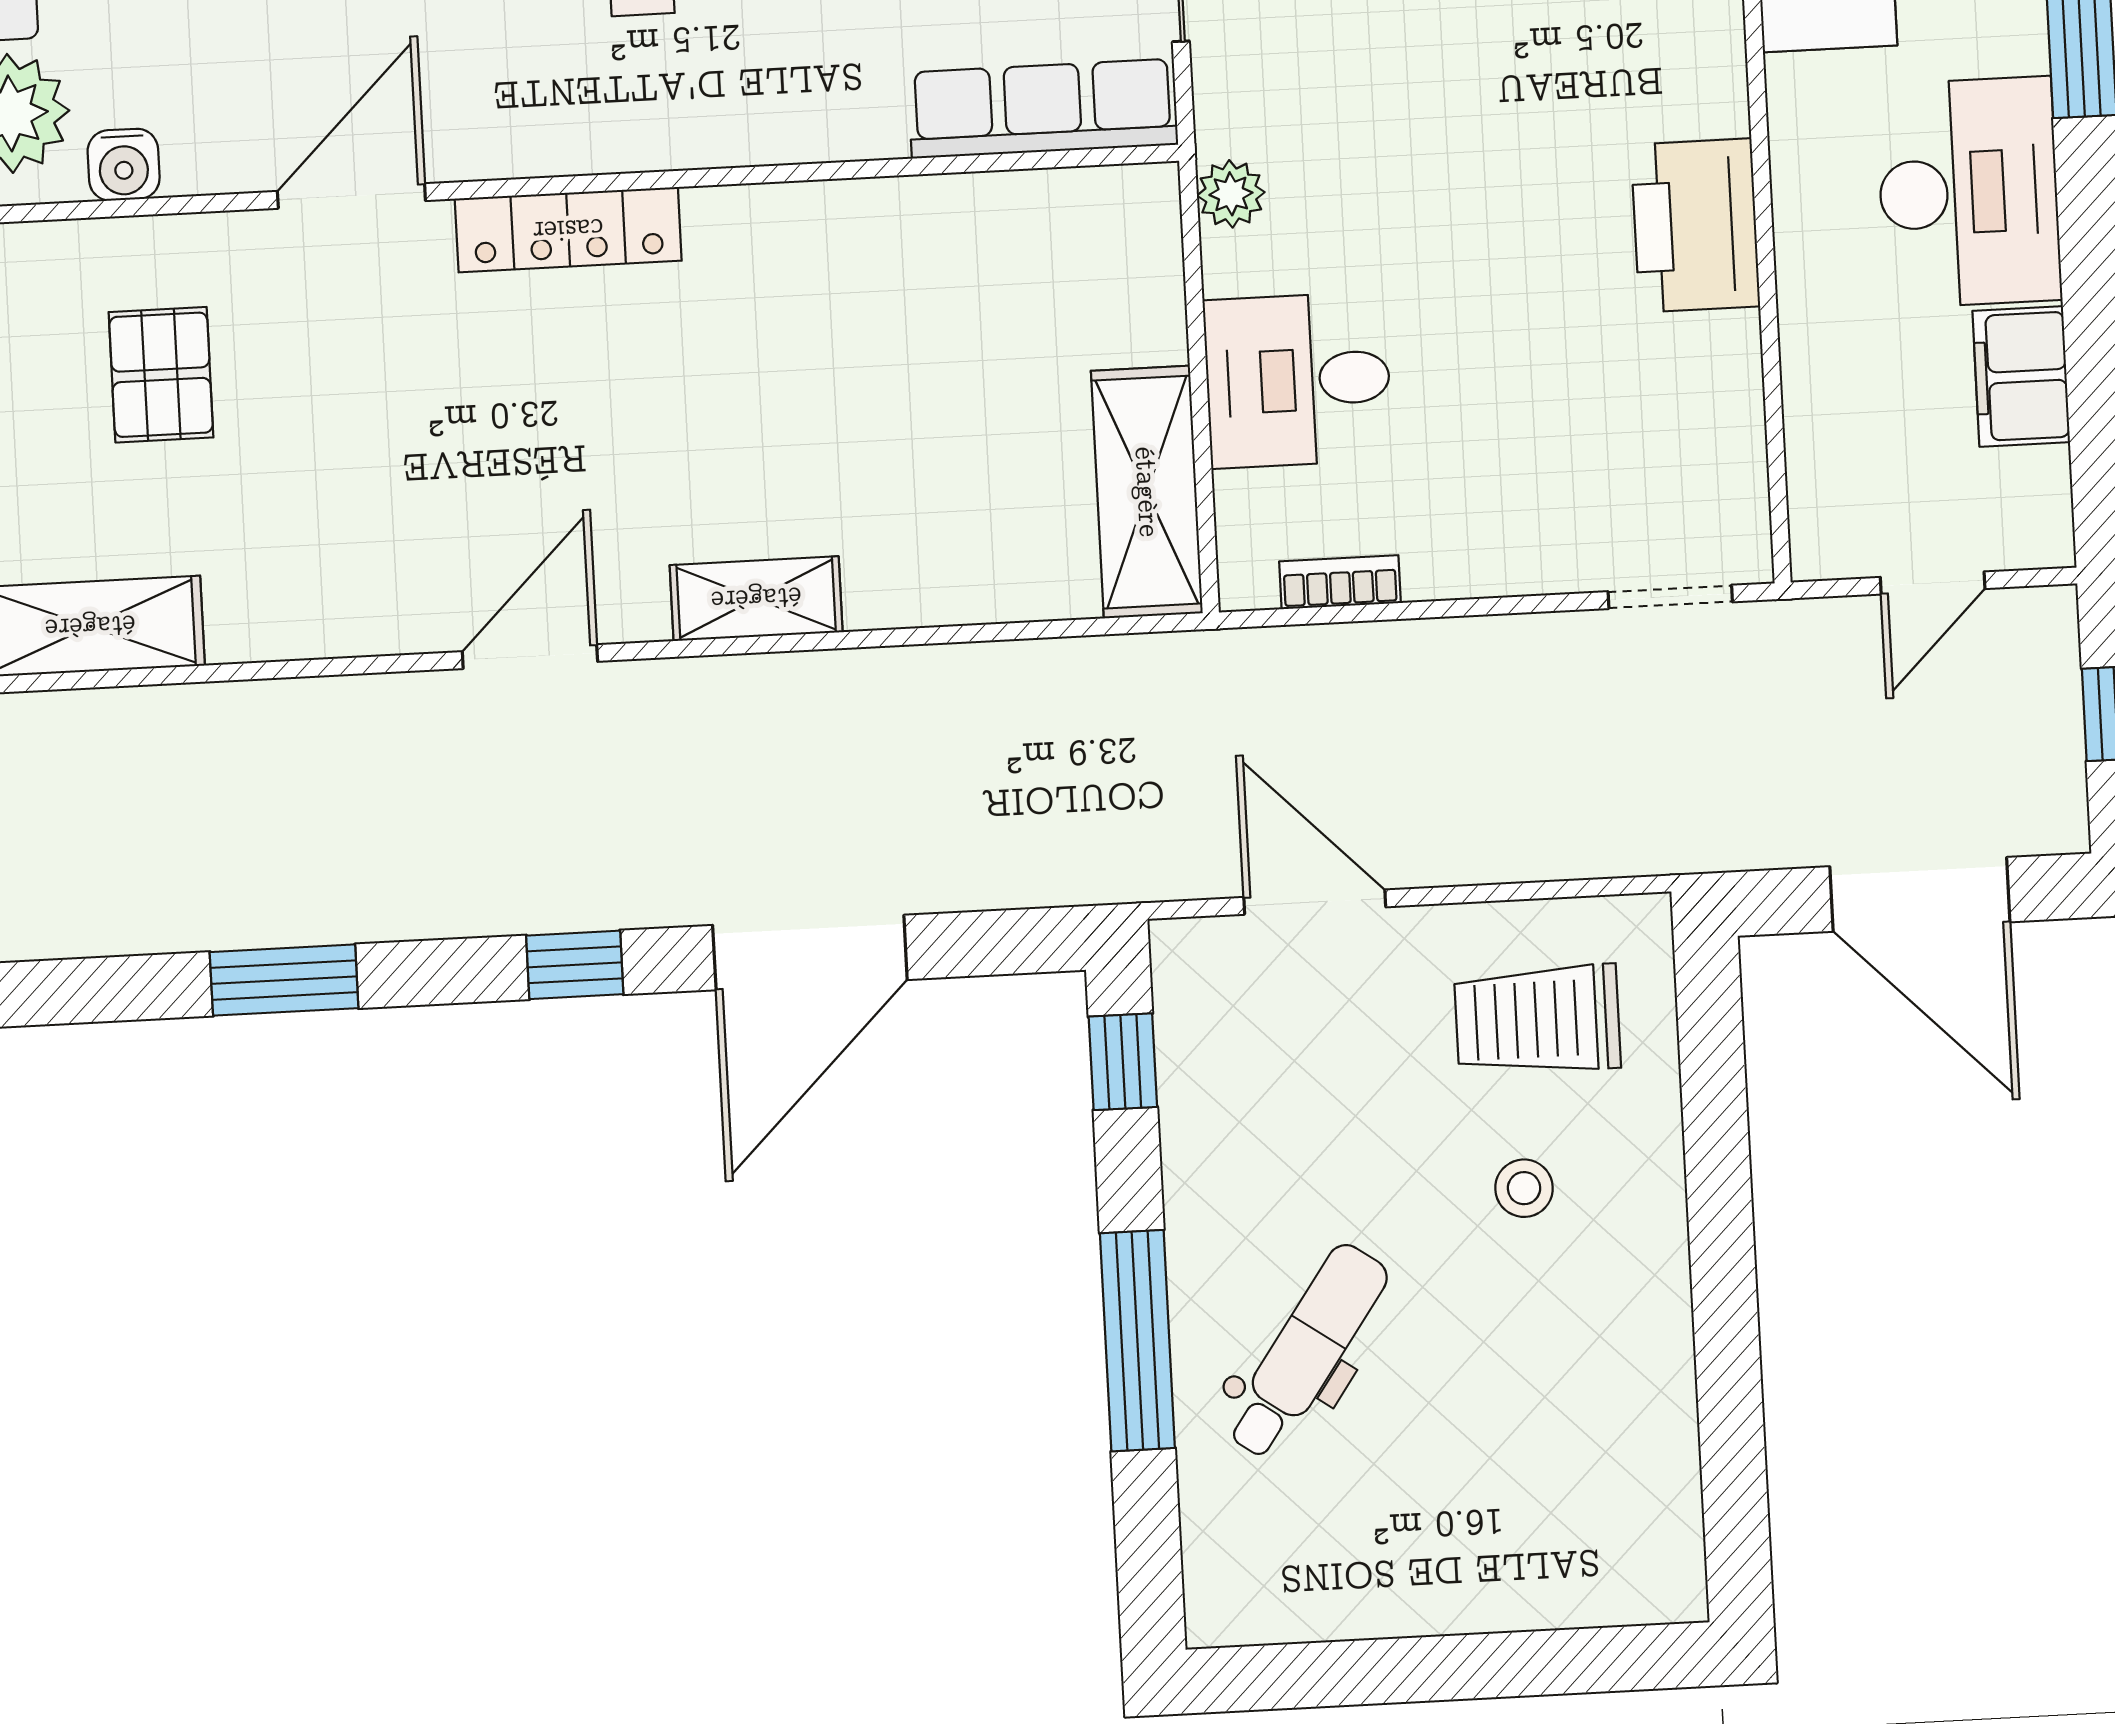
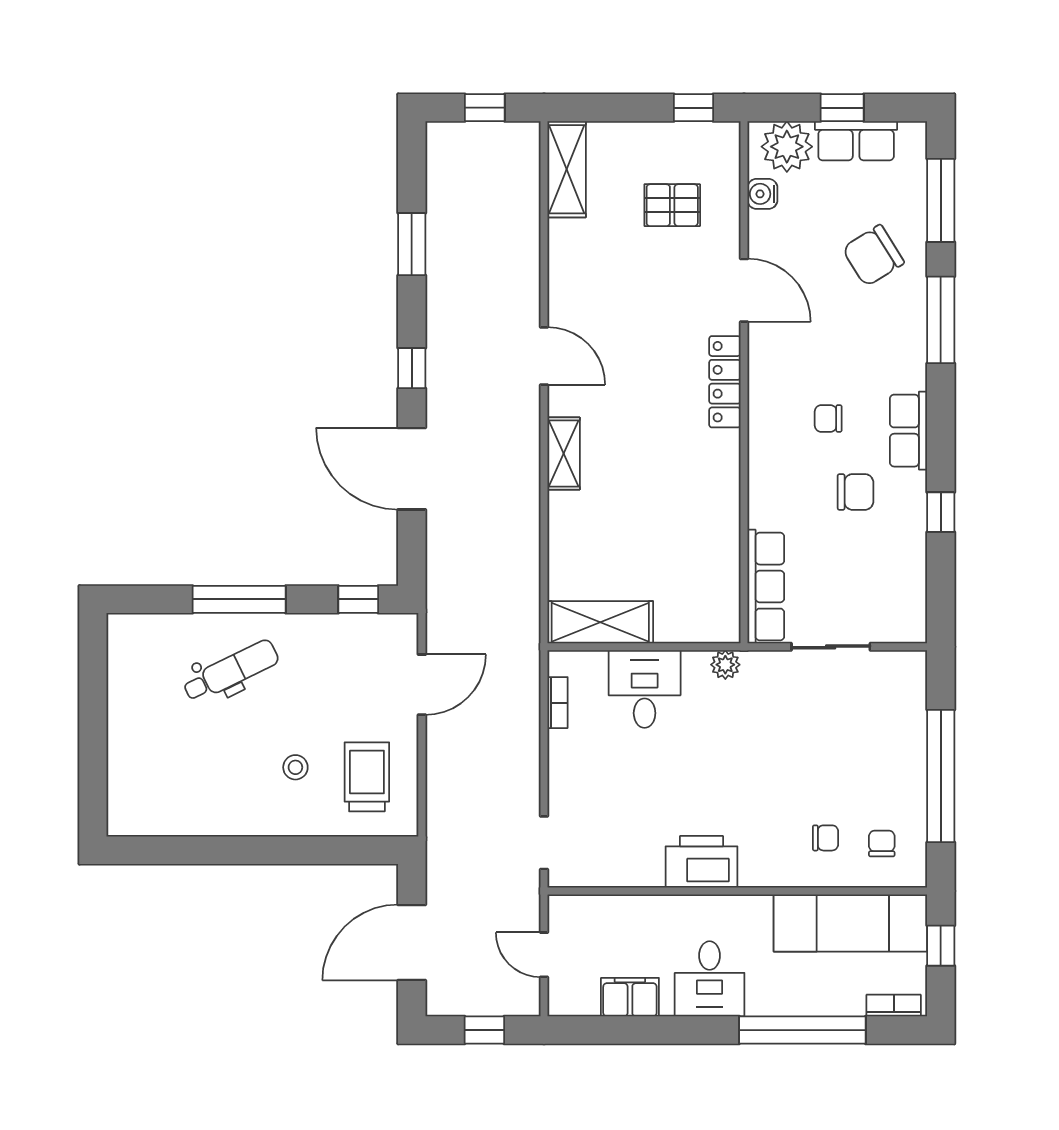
desk: (1969, 192) -> (710, 979), width x0.73
dental chair: (1306, 1351) -> (231, 671), turned -61

